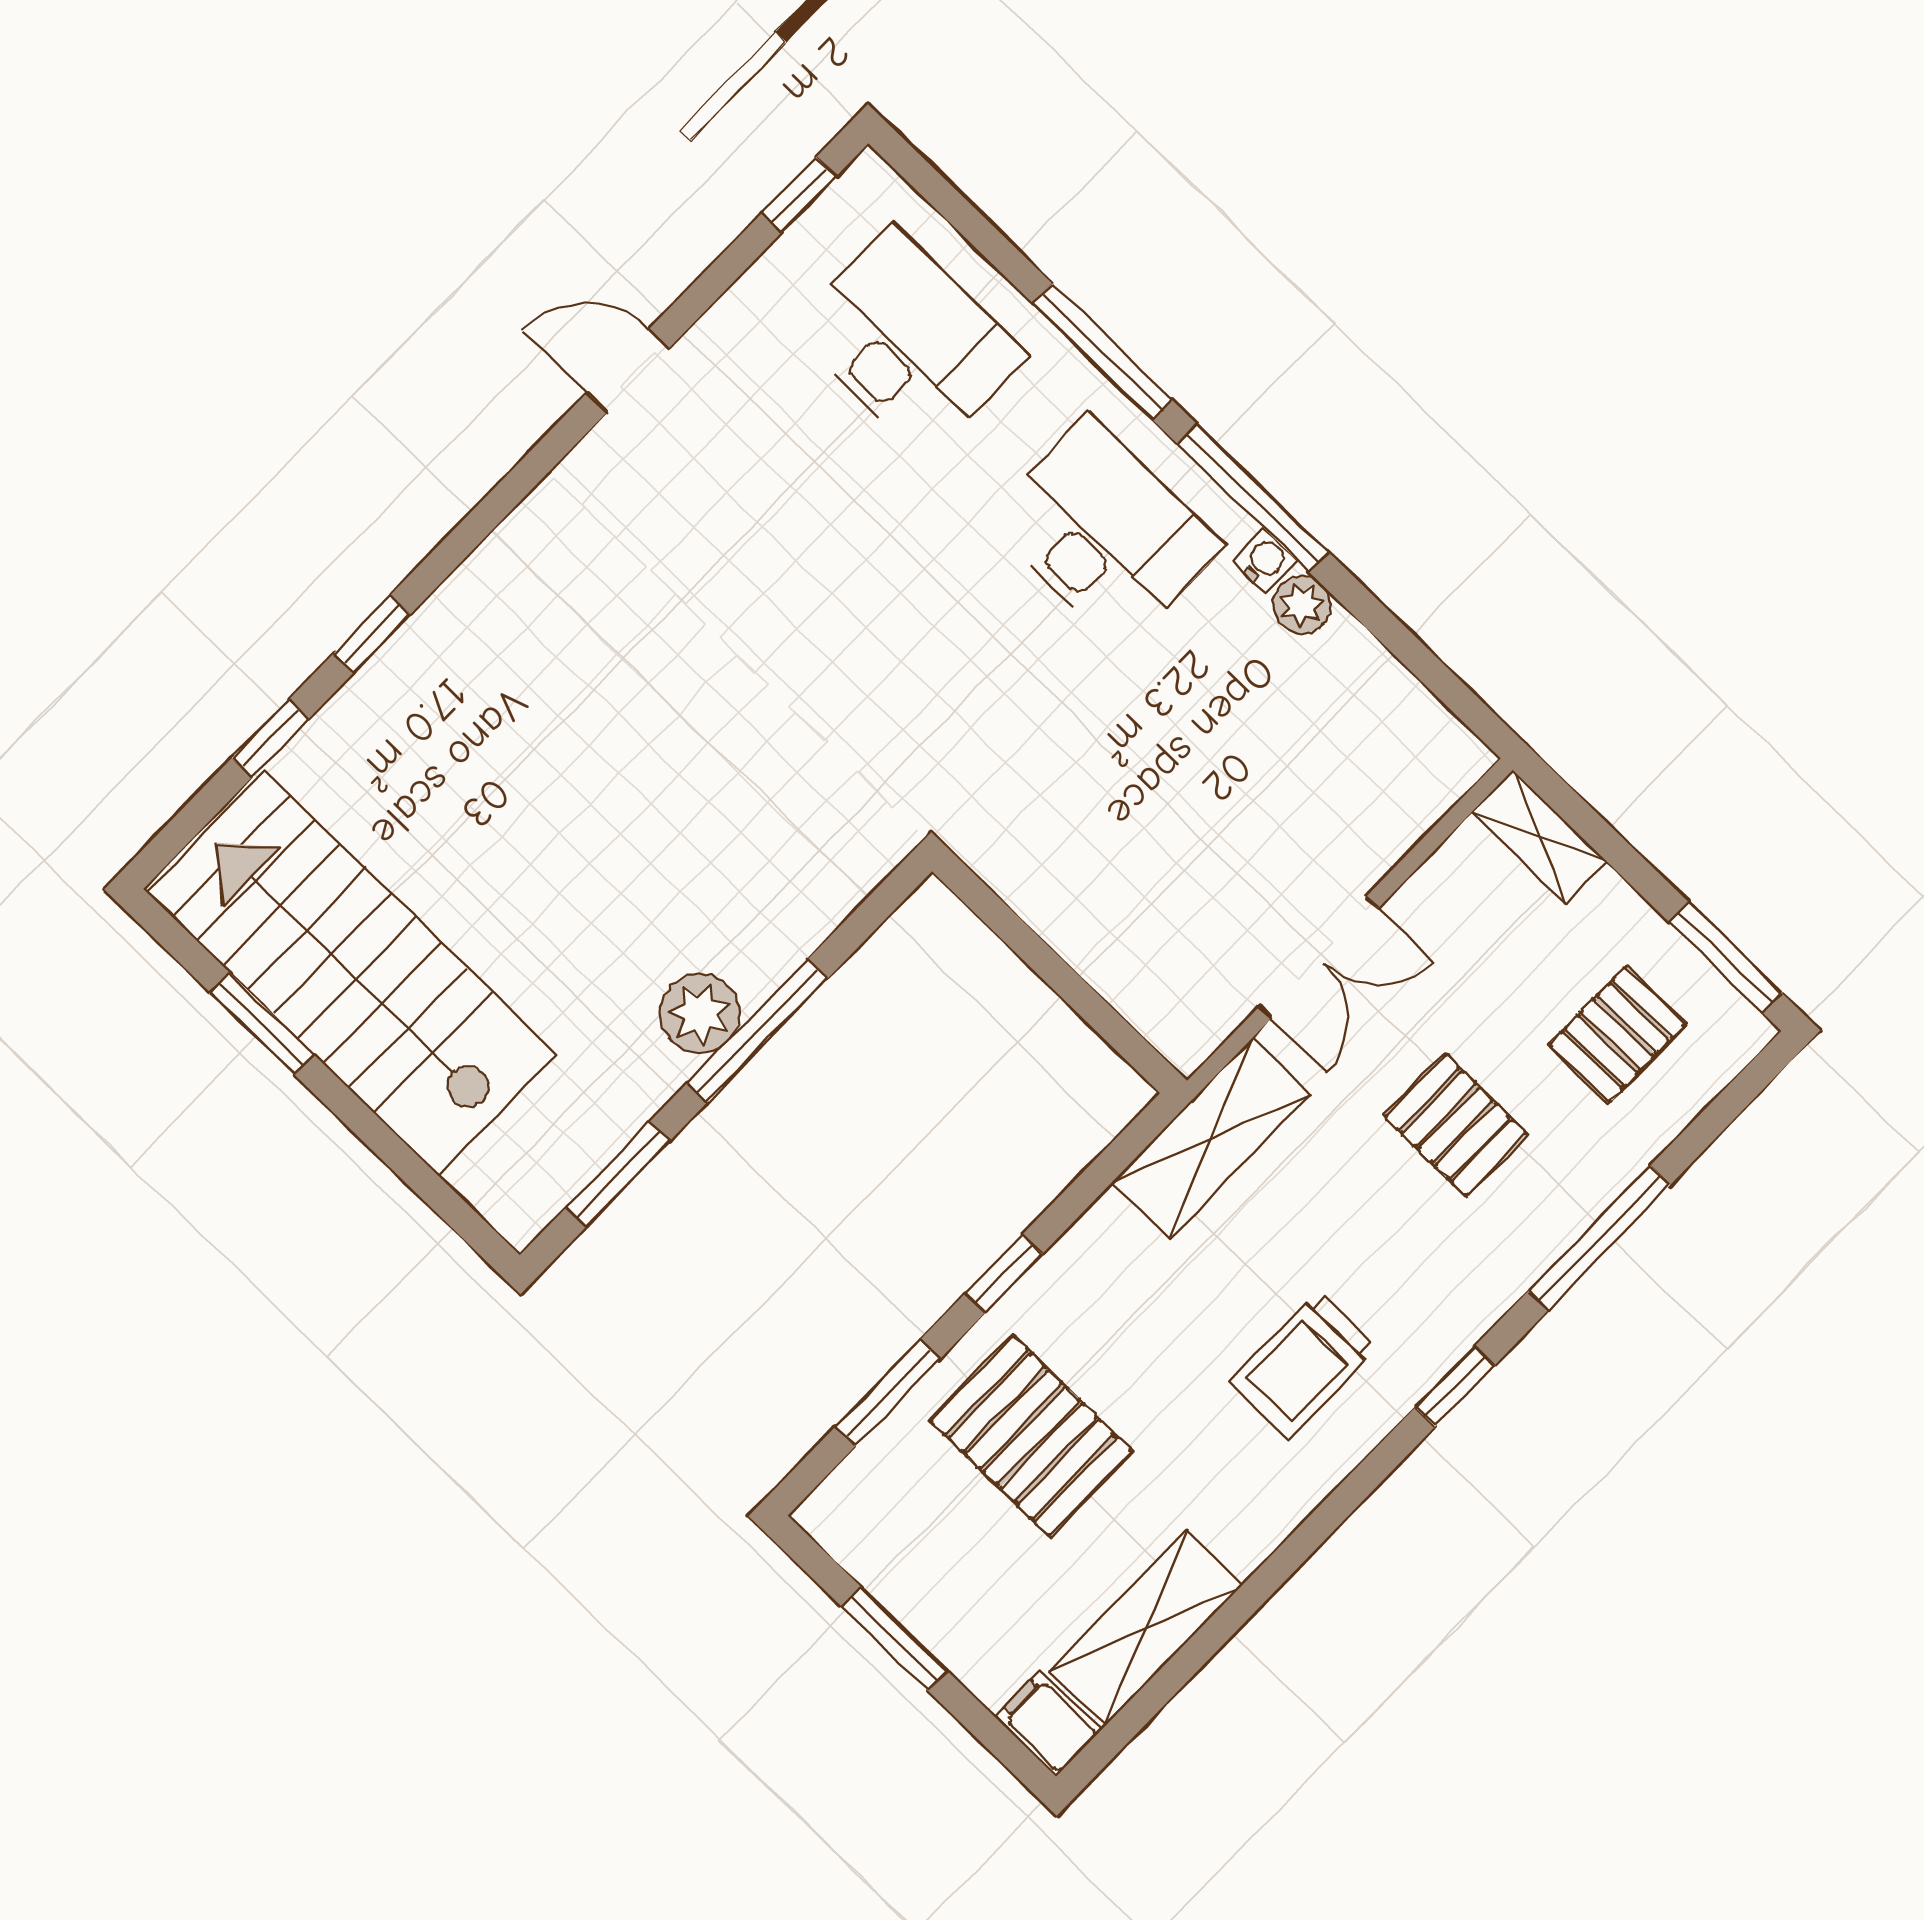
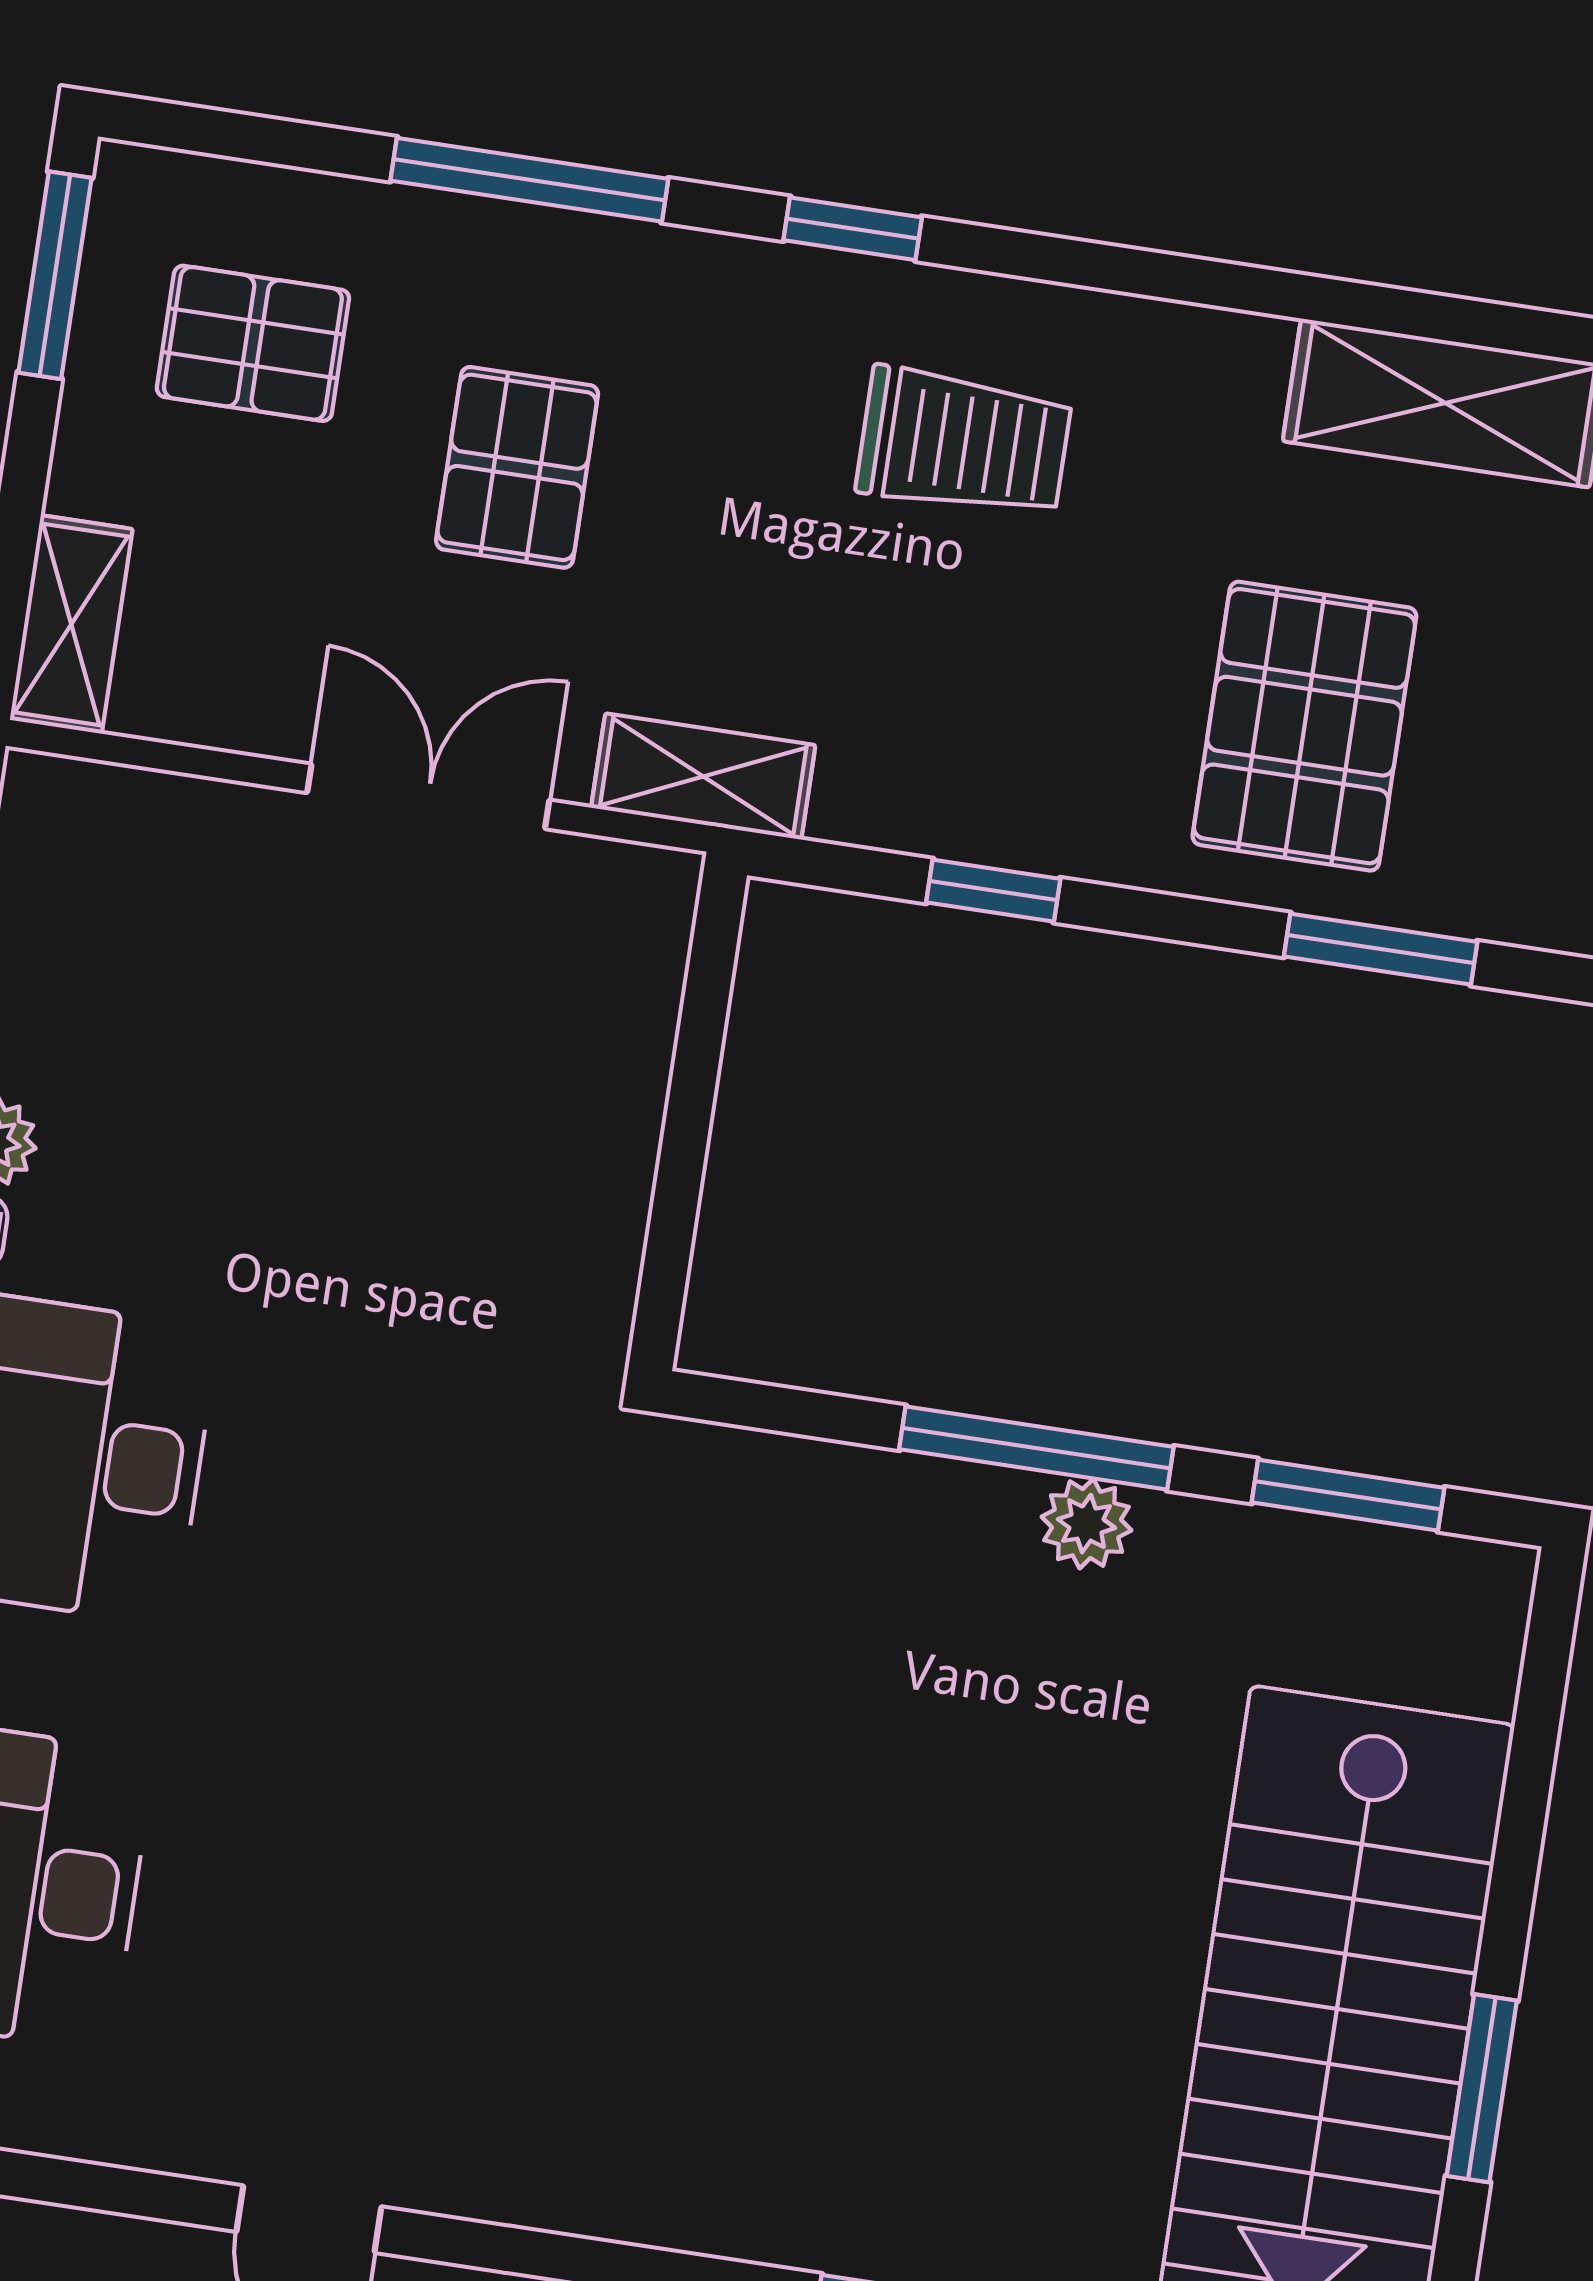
plant: (700, 1013) -> (1086, 1524), width x0.73, depth x0.73
shelving: (1211, 1138) -> (703, 776), width x0.67, depth x0.75
window: (1004, 1274) -> (993, 891), moved

